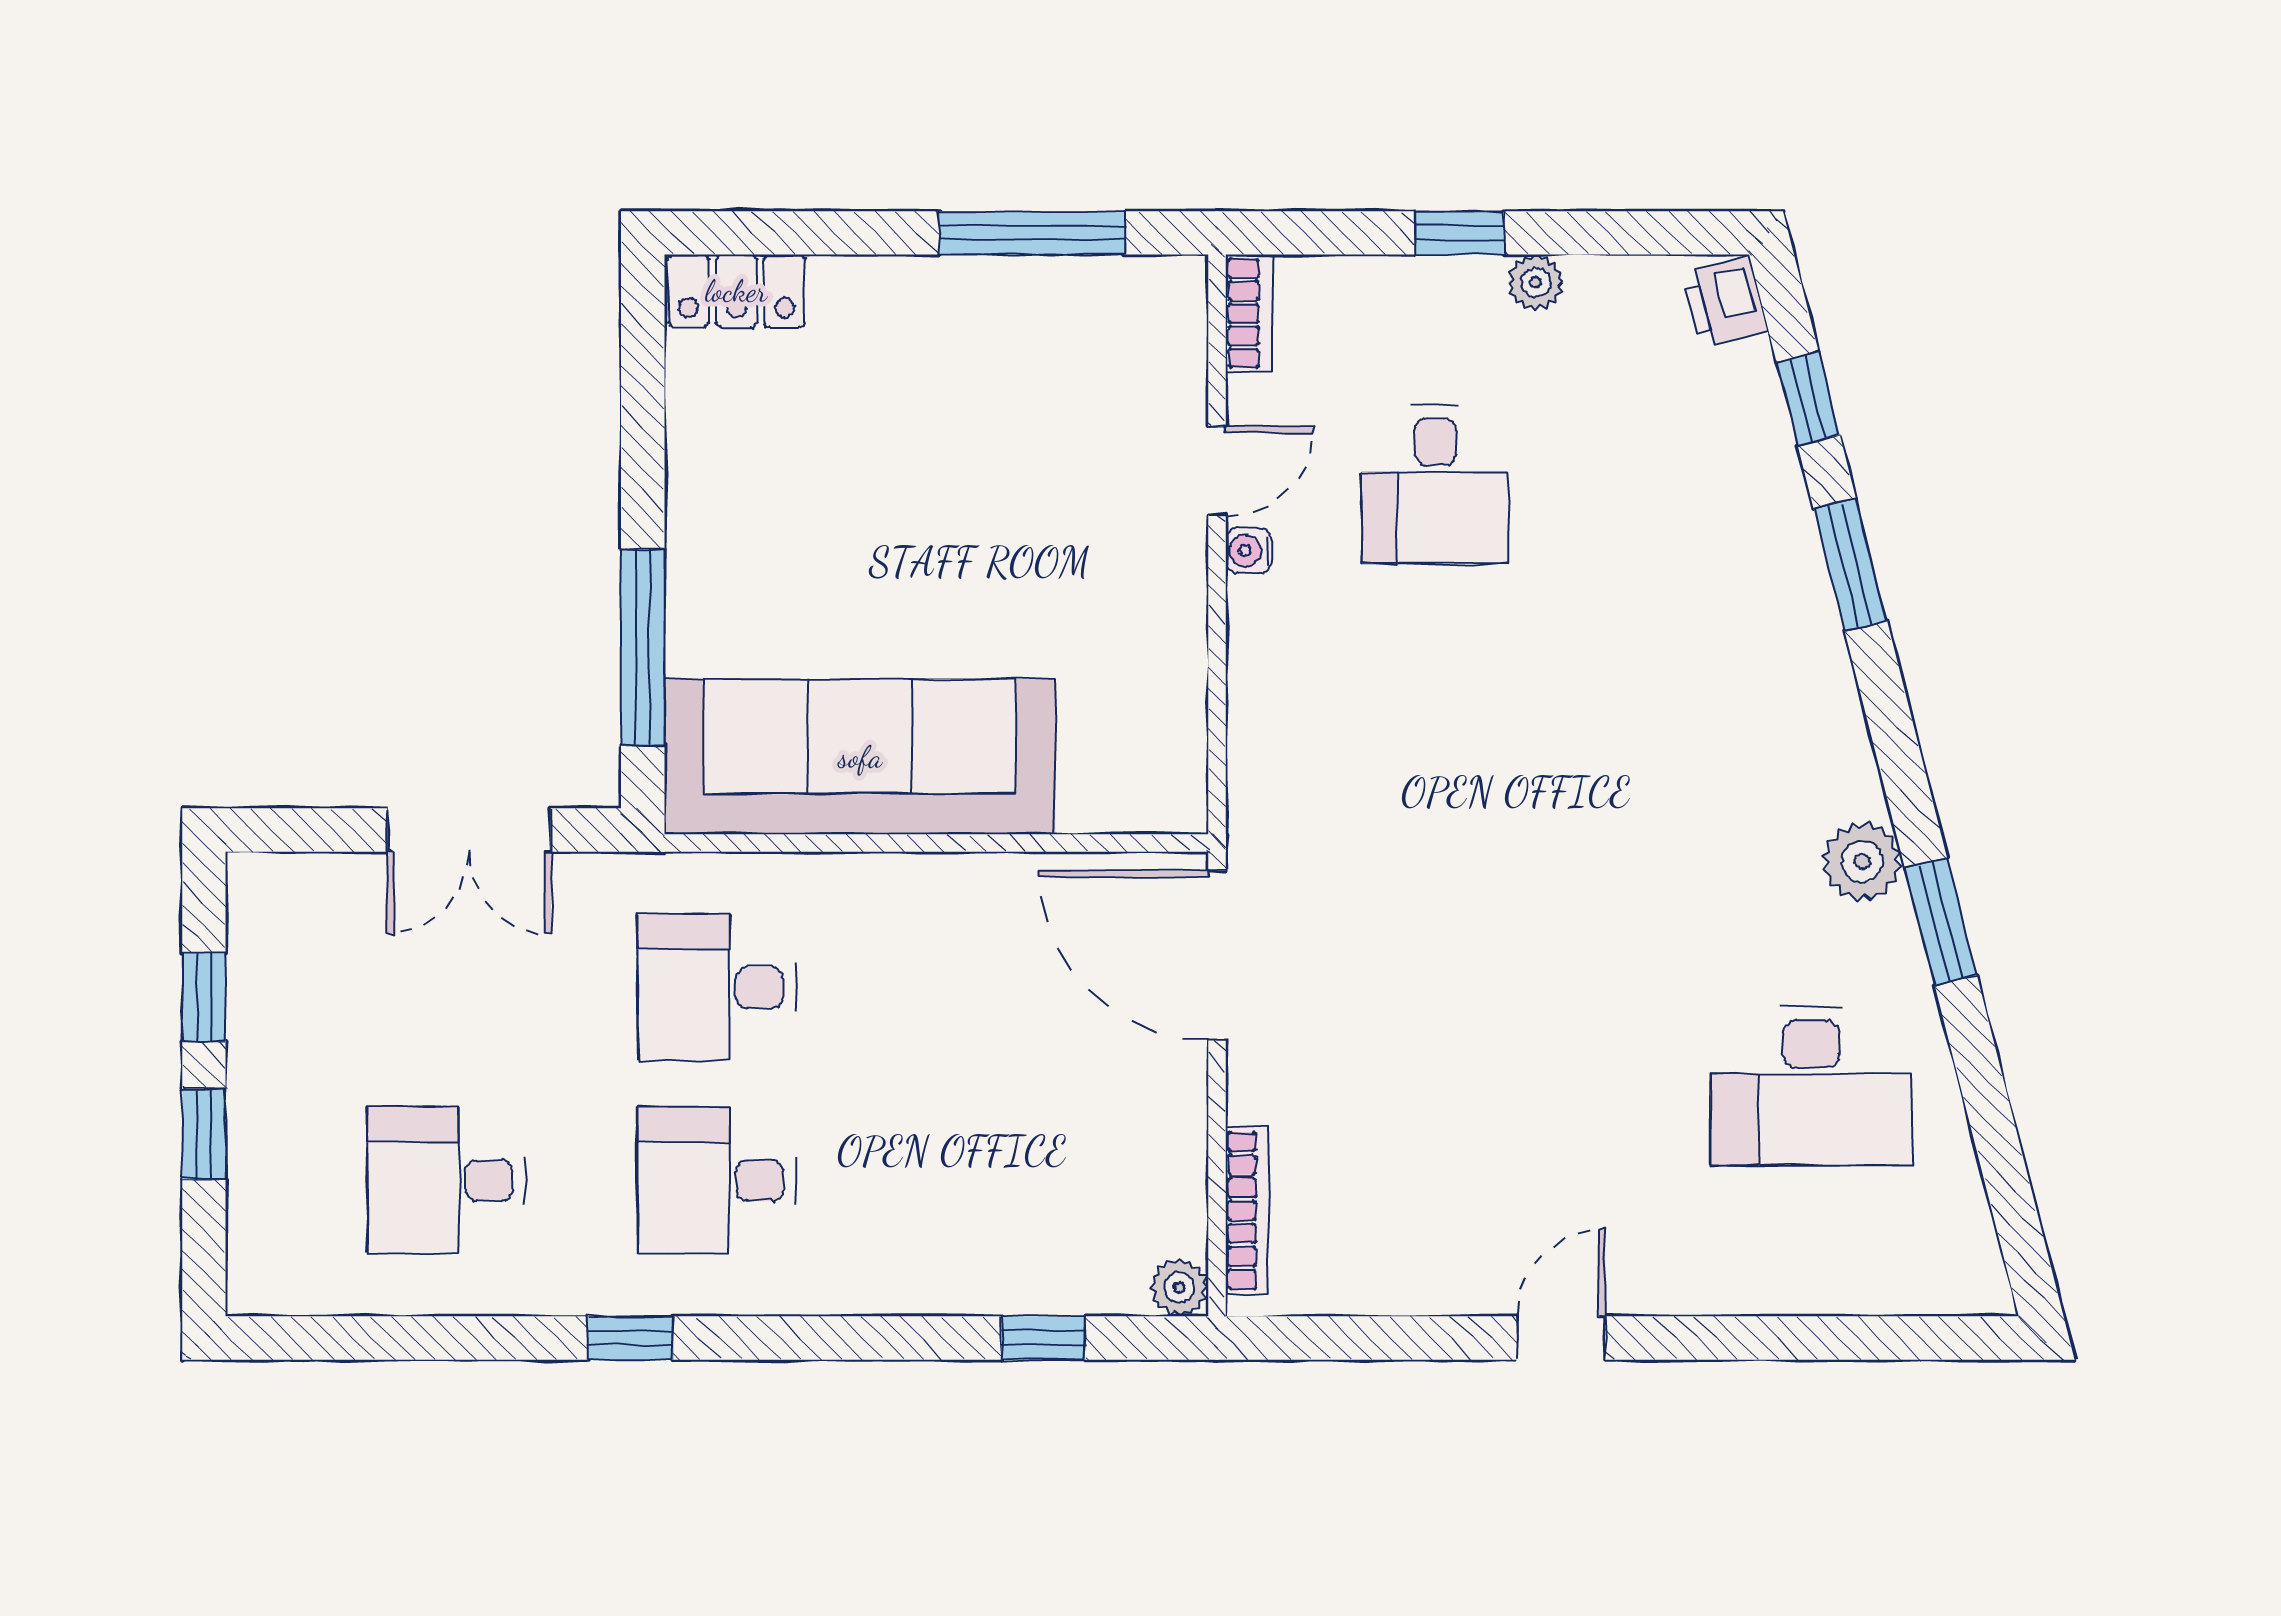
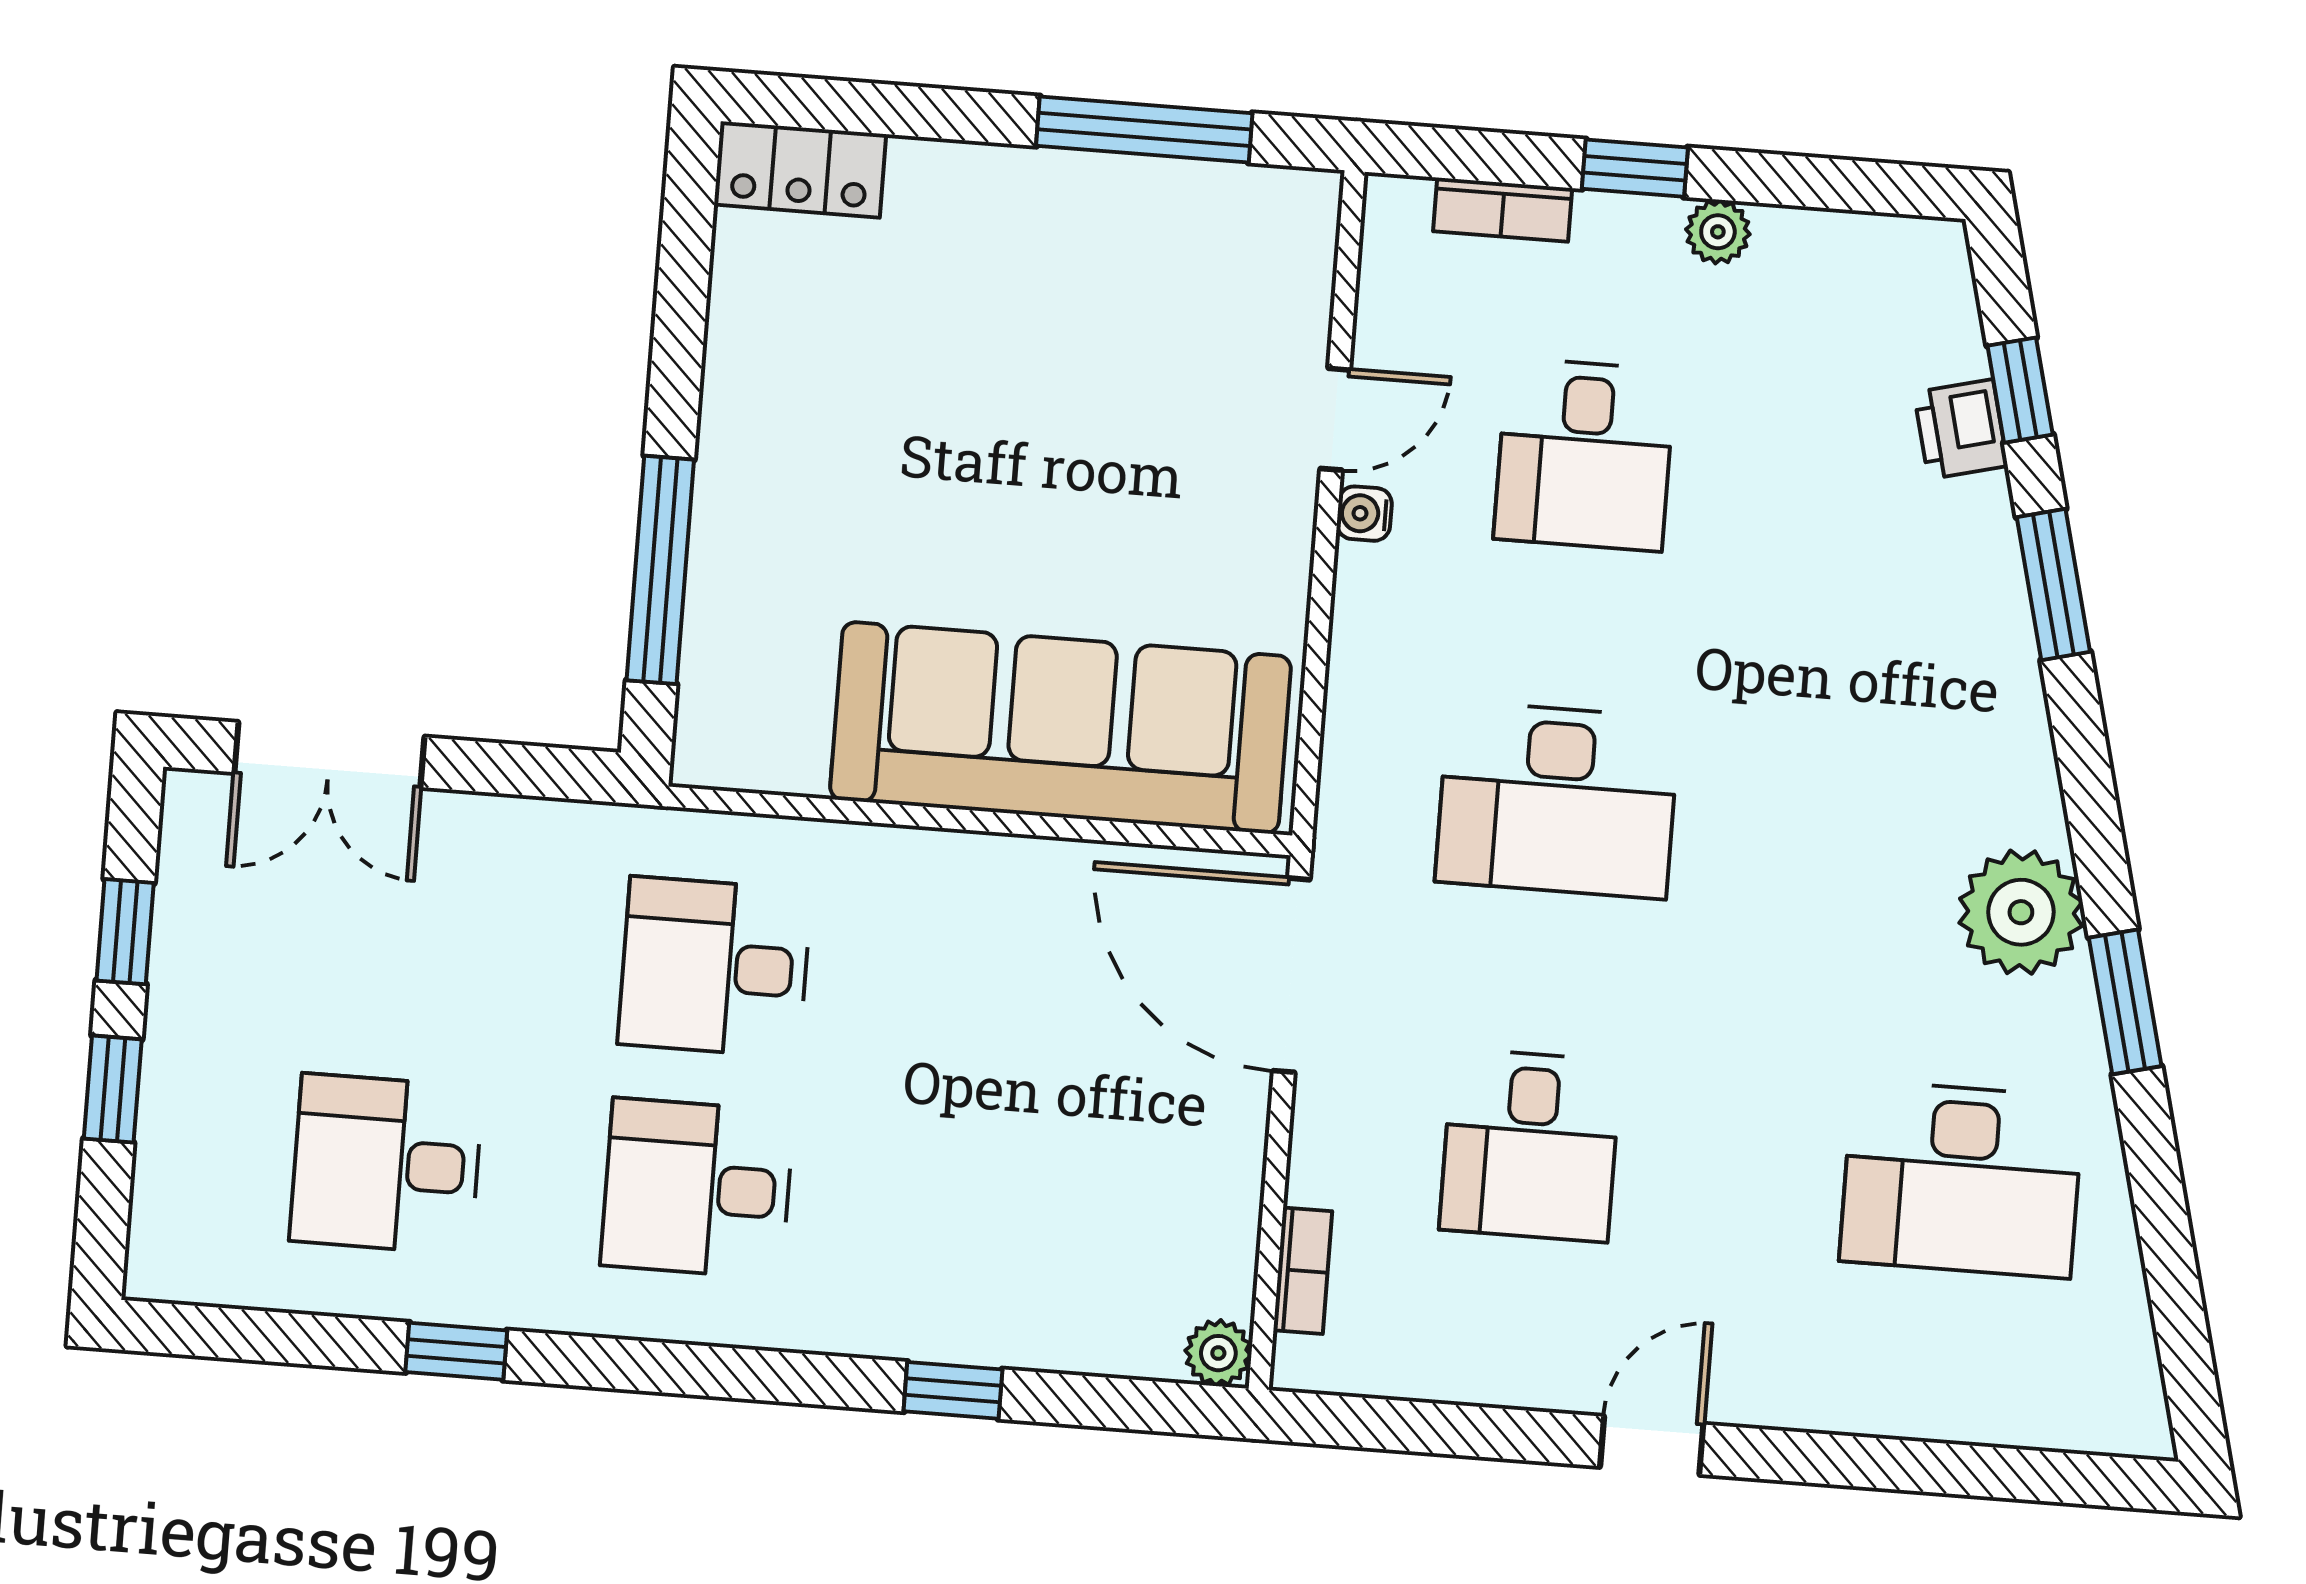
printer: (1725, 302) -> (1961, 429), moved
bookcase: (1249, 313) -> (1503, 210), moved, turned 90
sofa: (860, 757) -> (1061, 728), moved
desk: (1435, 785) -> (1557, 800), added
double door: (469, 830) -> (329, 755), moved
plant: (1862, 862) -> (2021, 912), width x1.36, depth x1.36
desk: (1435, 1086) -> (1530, 1145), added
bookcase: (1247, 1211) -> (1303, 1271), width x0.64
window: (630, 1338) -> (456, 1351), moved
window: (1043, 1338) -> (953, 1390), moved

